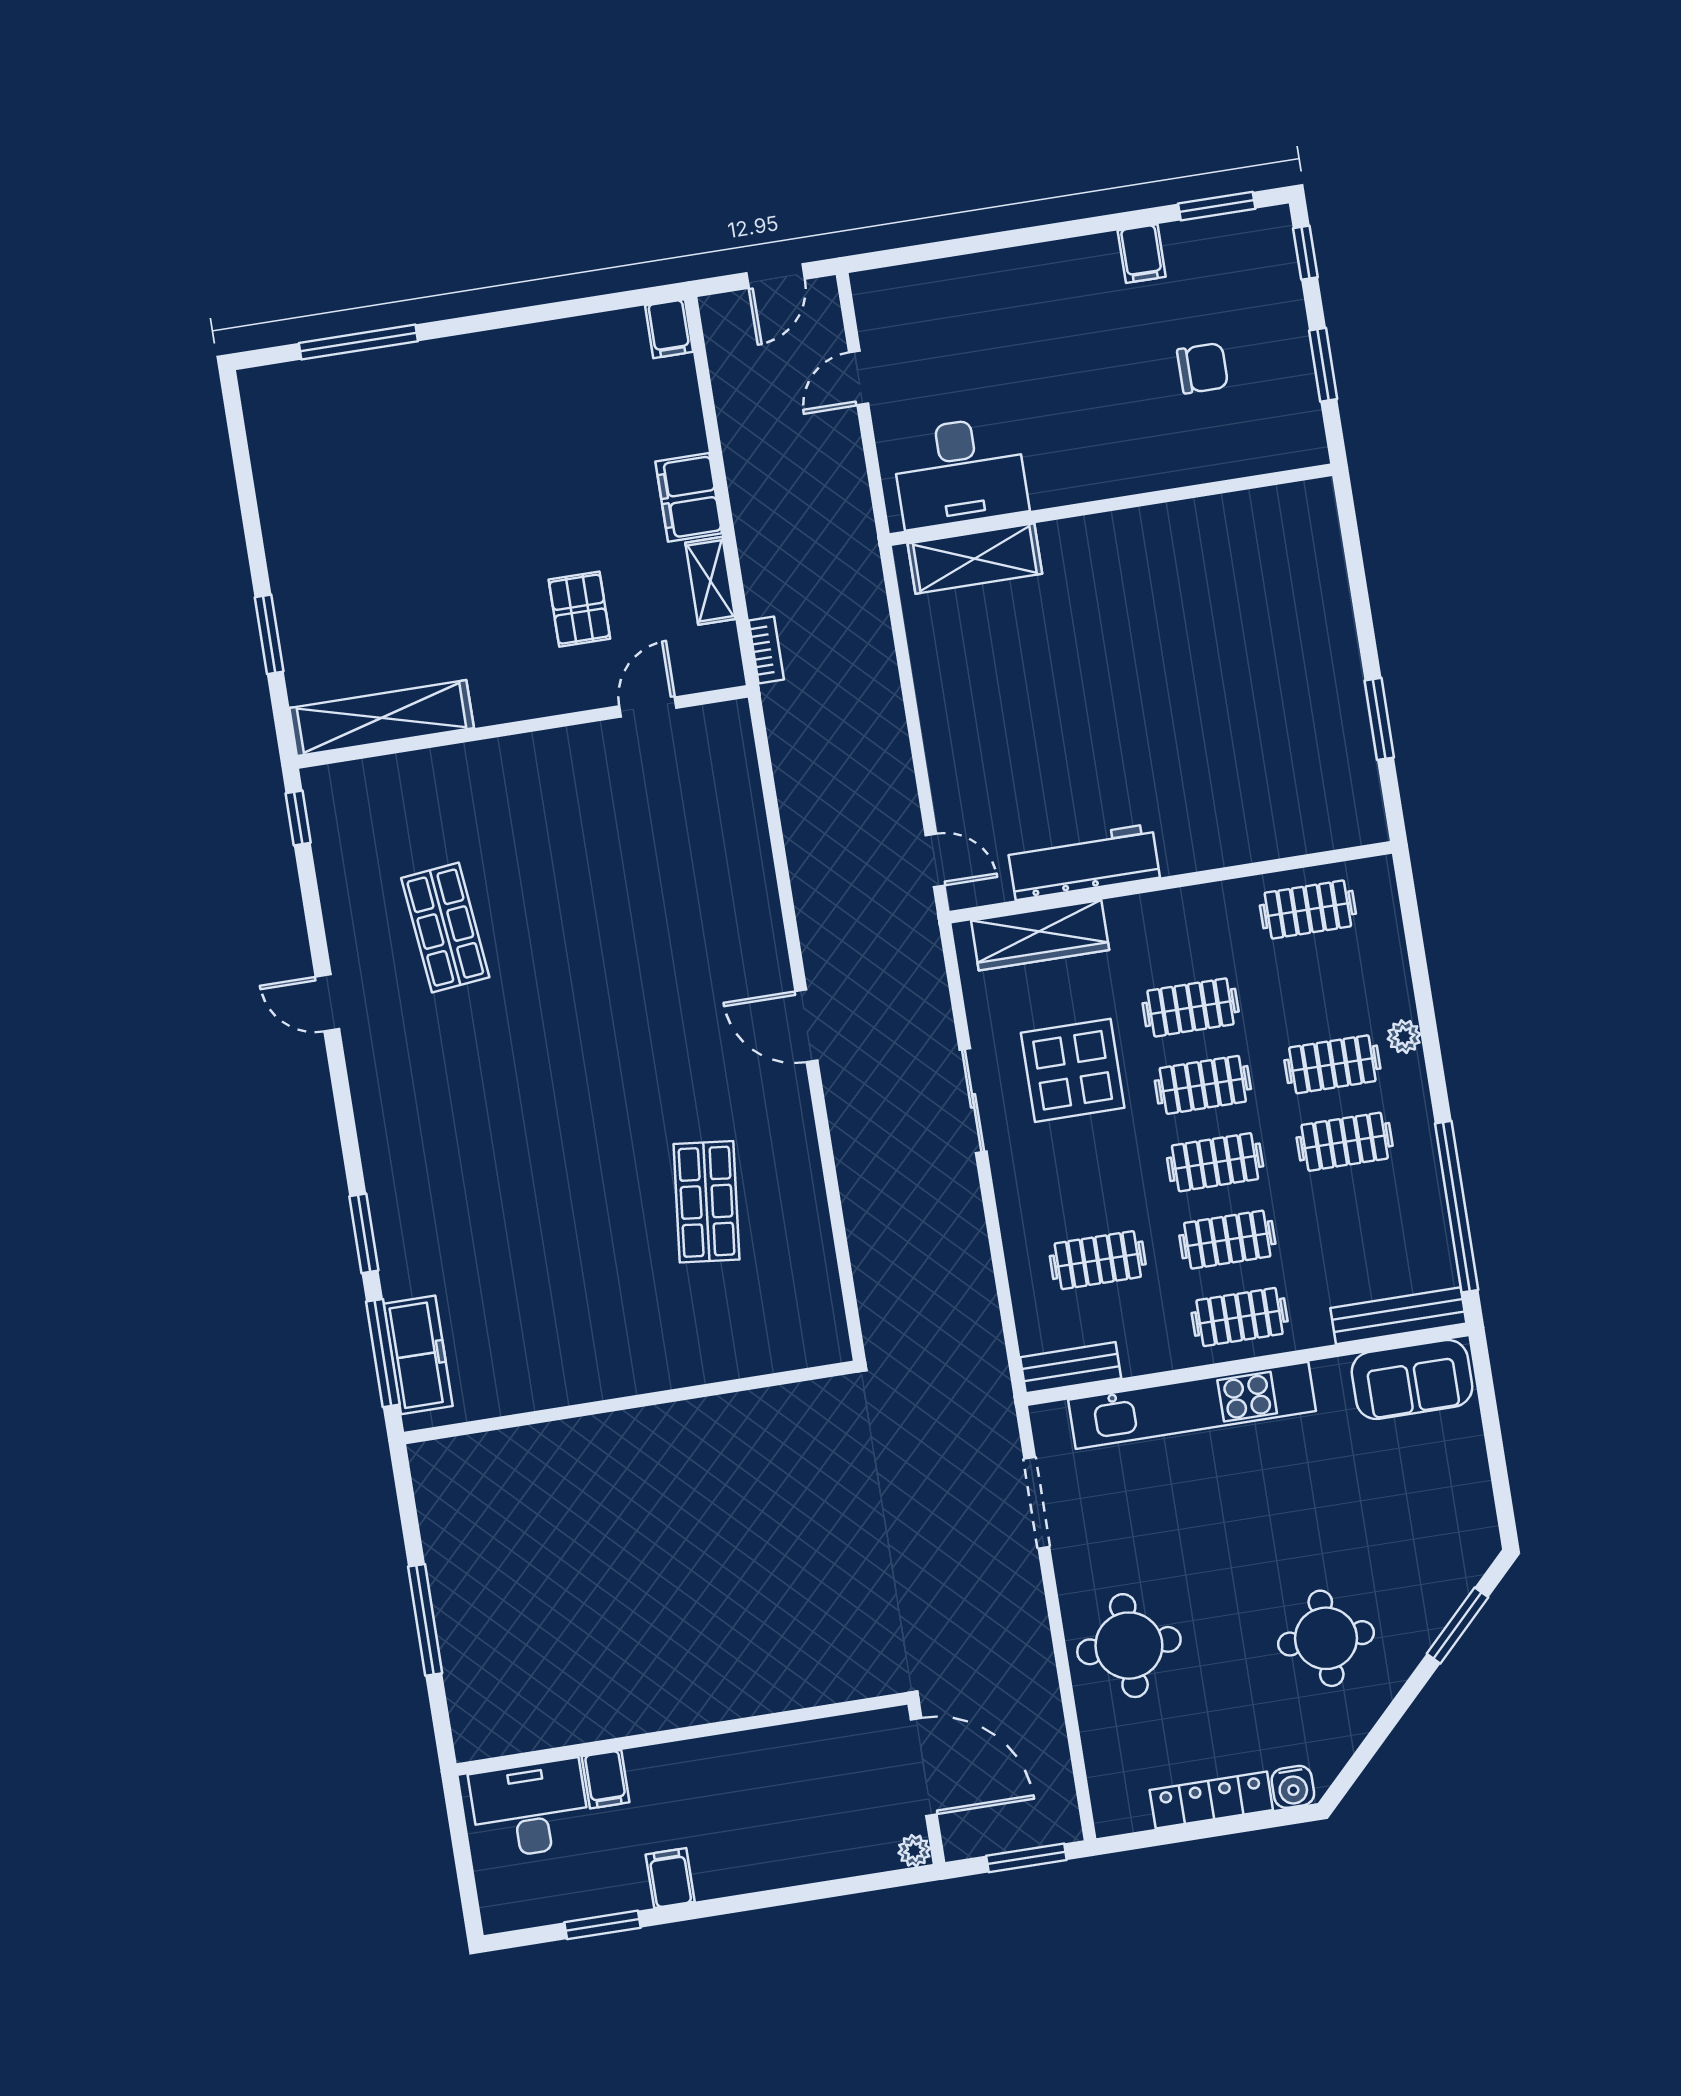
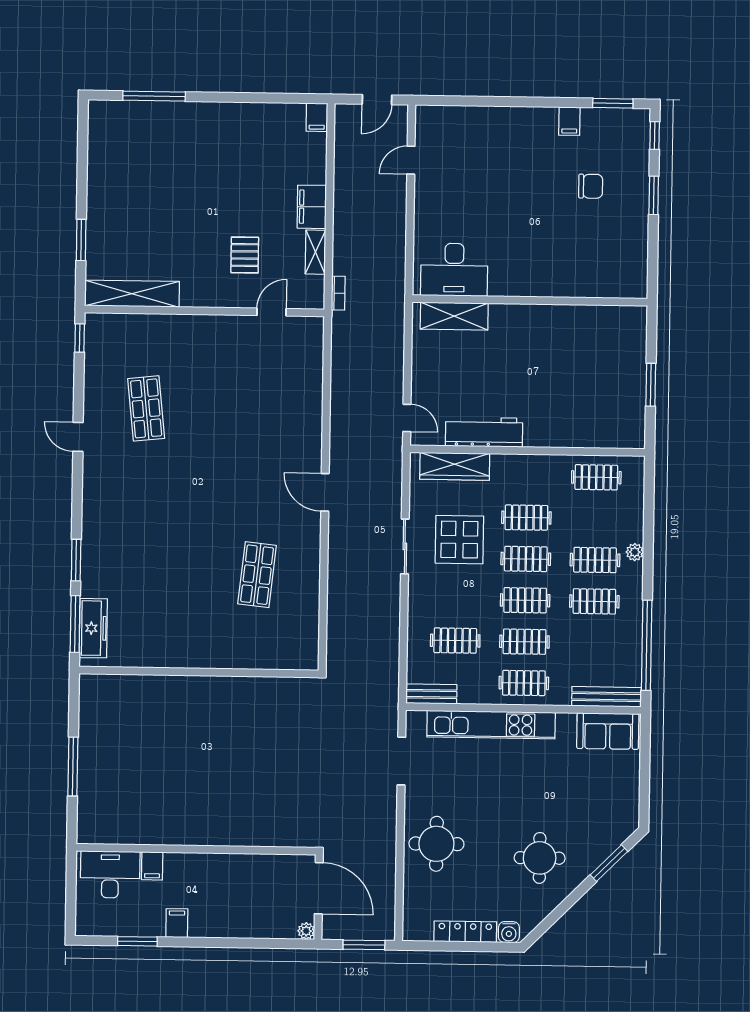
desk: (960, 472) -> (454, 270), moved
wall: (1111, 505) -> (530, 300), moved
shelving: (975, 559) -> (454, 316), moved

